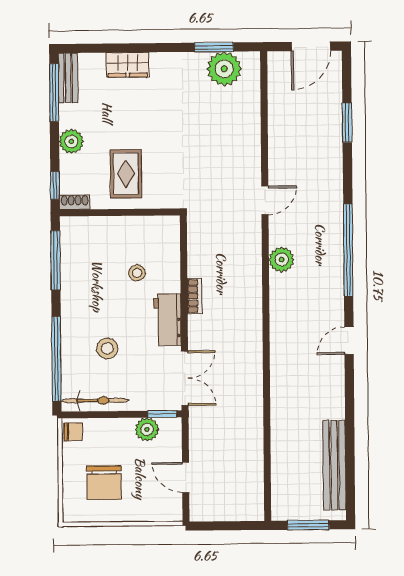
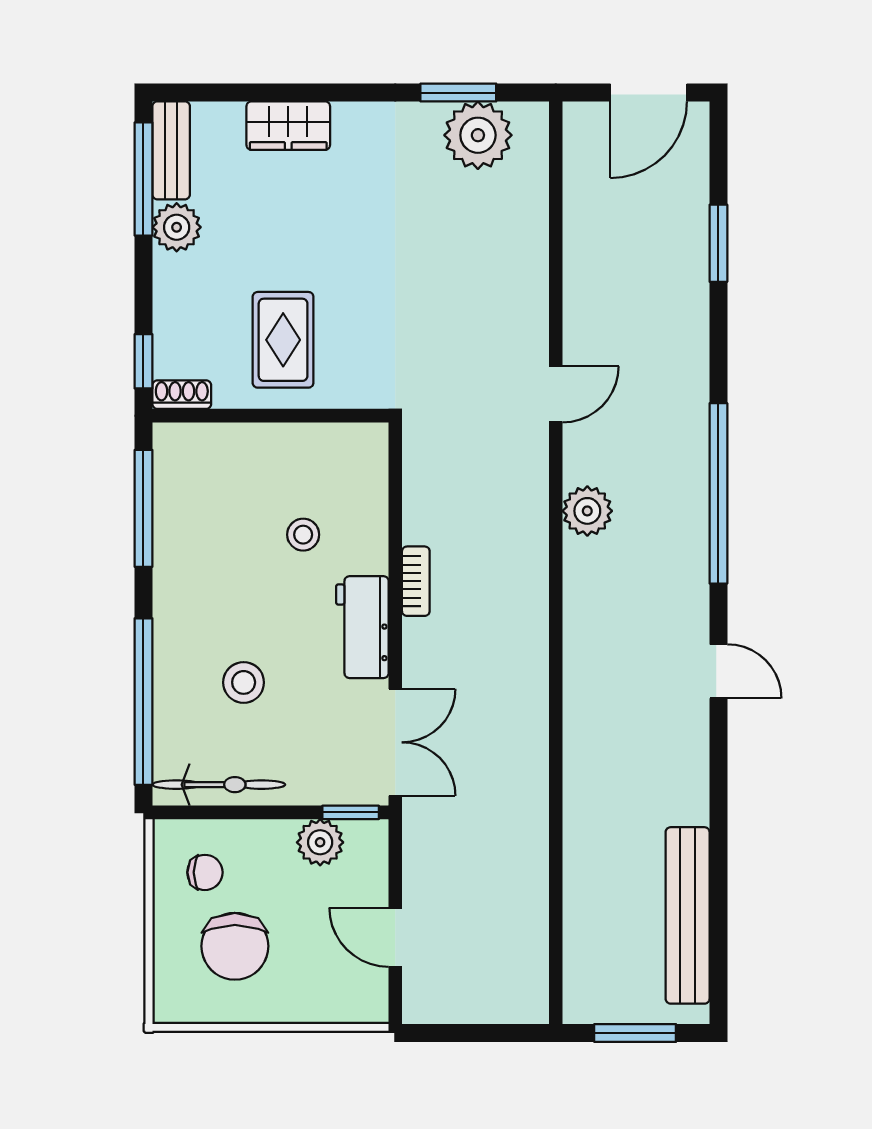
plant: (71, 141) -> (177, 227), moved
door: (349, 341) -> (718, 671), swing flipped
chair: (73, 432) -> (205, 872), moved

